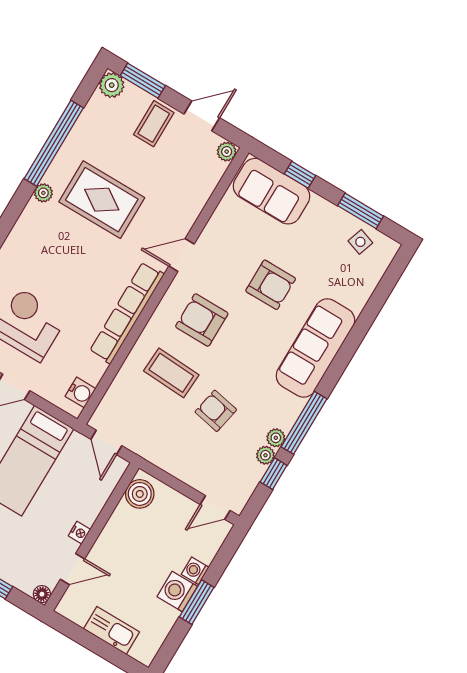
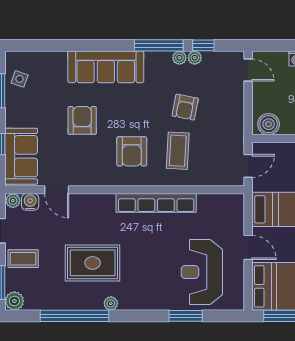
rug: (102, 200) -> (93, 263), turned 90
door: (182, 255) -> (57, 190), moved
water cooler: (80, 392) -> (30, 202), moved

